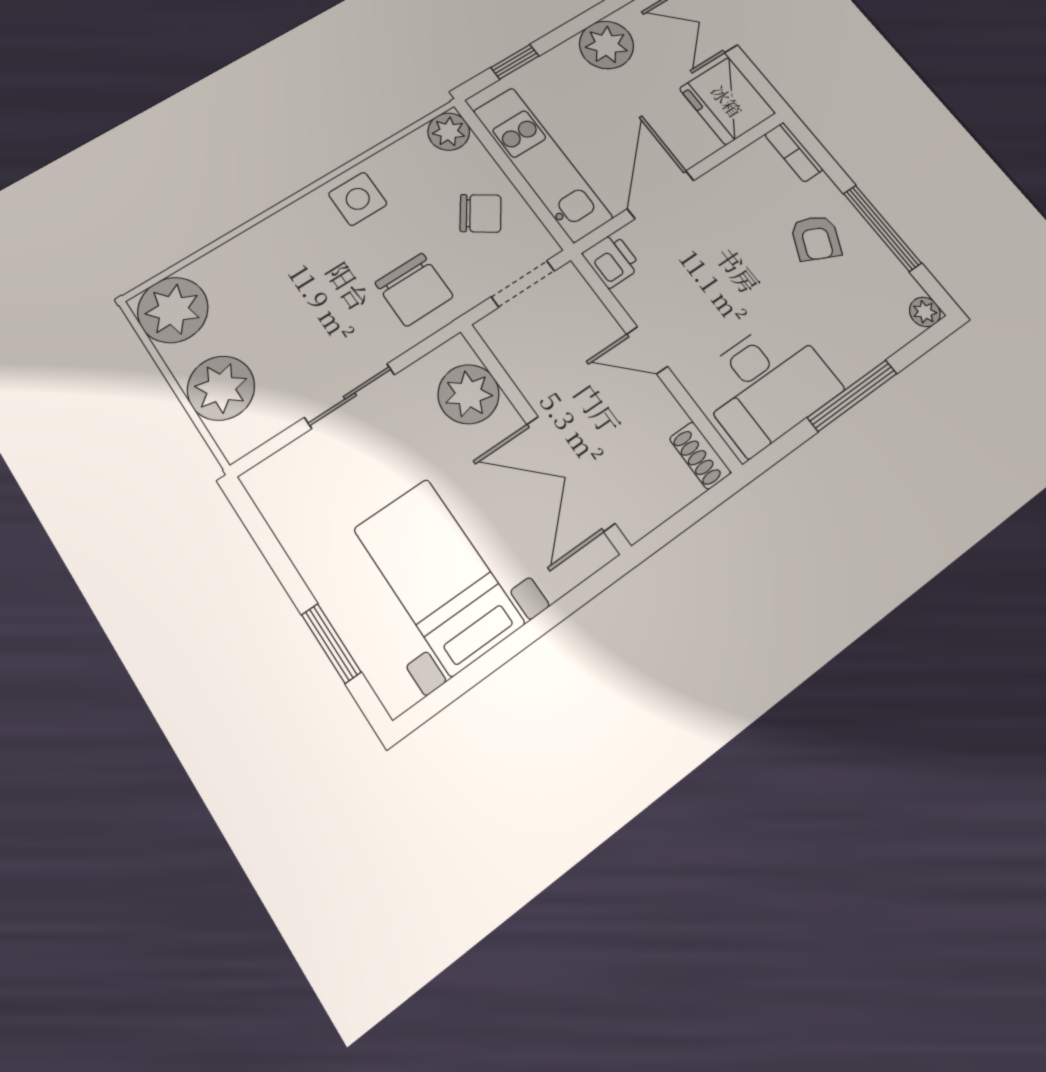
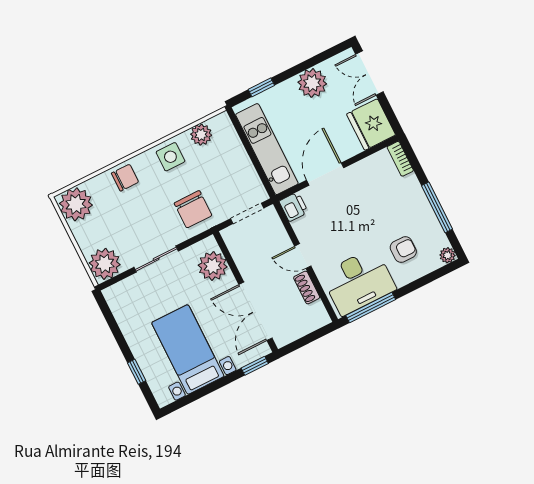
plant: (449, 132) -> (201, 135), moved
chair: (480, 213) -> (125, 178), moved, turned -35
armchair: (816, 238) -> (403, 249), moved, turned -115
plant: (221, 388) -> (105, 264), moved
window: (852, 395) -> (371, 307), moved
shoe rack: (700, 455) -> (307, 287), moved
window: (588, 590) -> (255, 366), added
window: (331, 643) -> (137, 372), width x0.67

